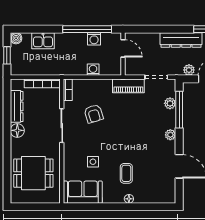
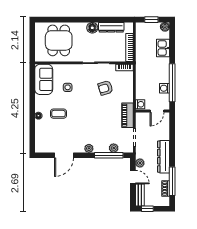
washing machine: (93, 70) -> (140, 104), moved

